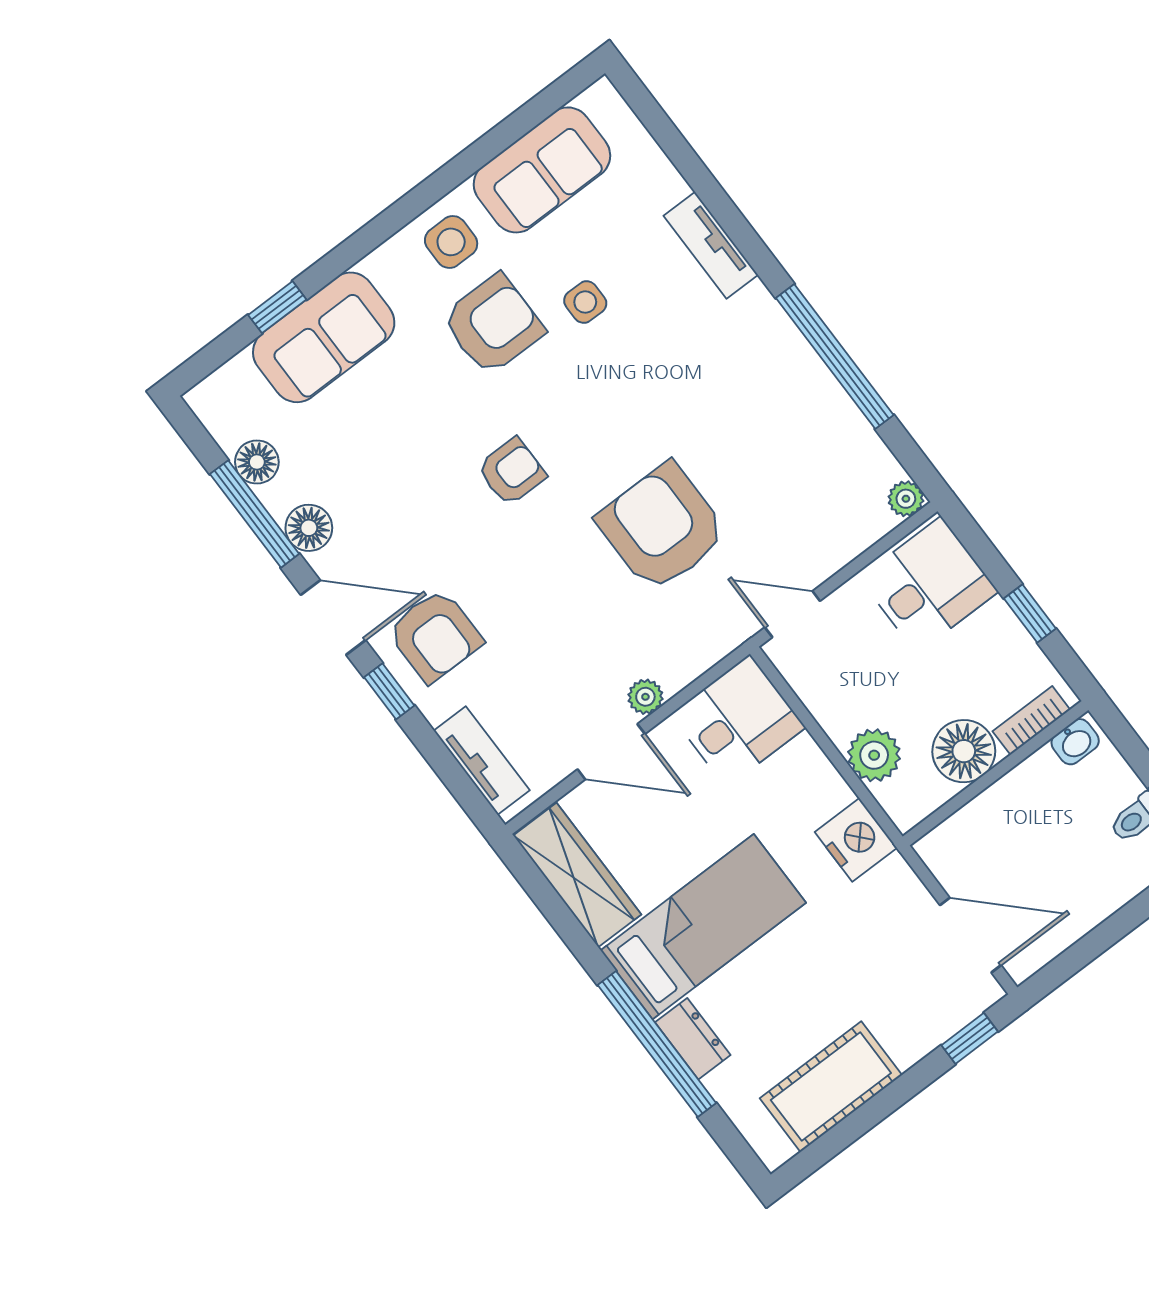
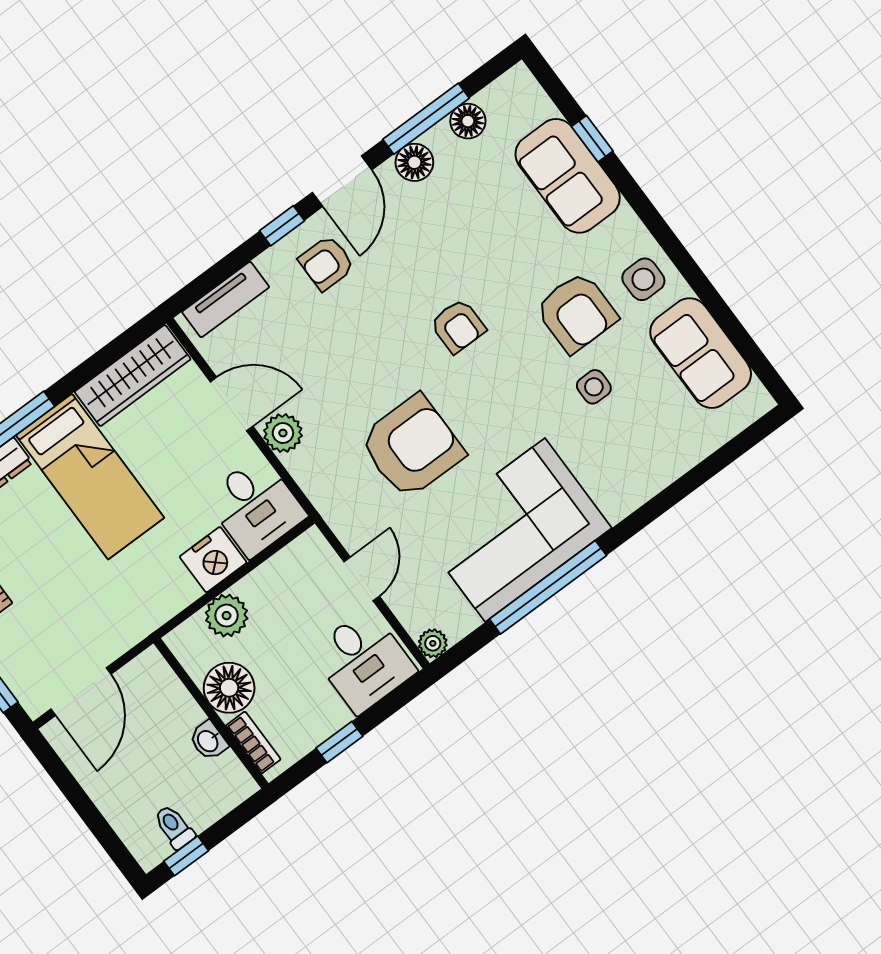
tv unit: (711, 245) -> (638, 488), removed
corner sofa: (764, 398) -> (515, 530), added
door: (792, 614) -> (362, 579), moved
armchair: (435, 636) -> (326, 263), width x0.72, depth x0.72
plant: (645, 697) -> (283, 433), width x1.38, depth x1.38
washbasin: (1075, 742) -> (208, 741), moved
door: (611, 752) -> (232, 404), swing flipped
nightstand: (856, 840) -> (213, 560), moved

